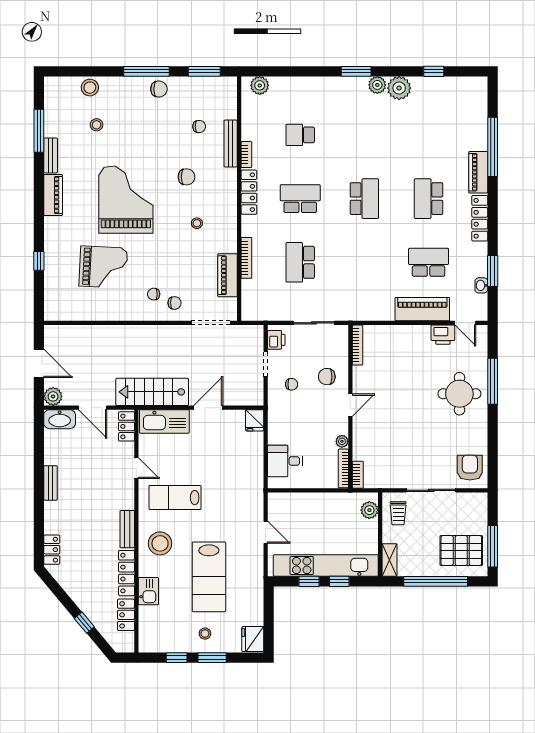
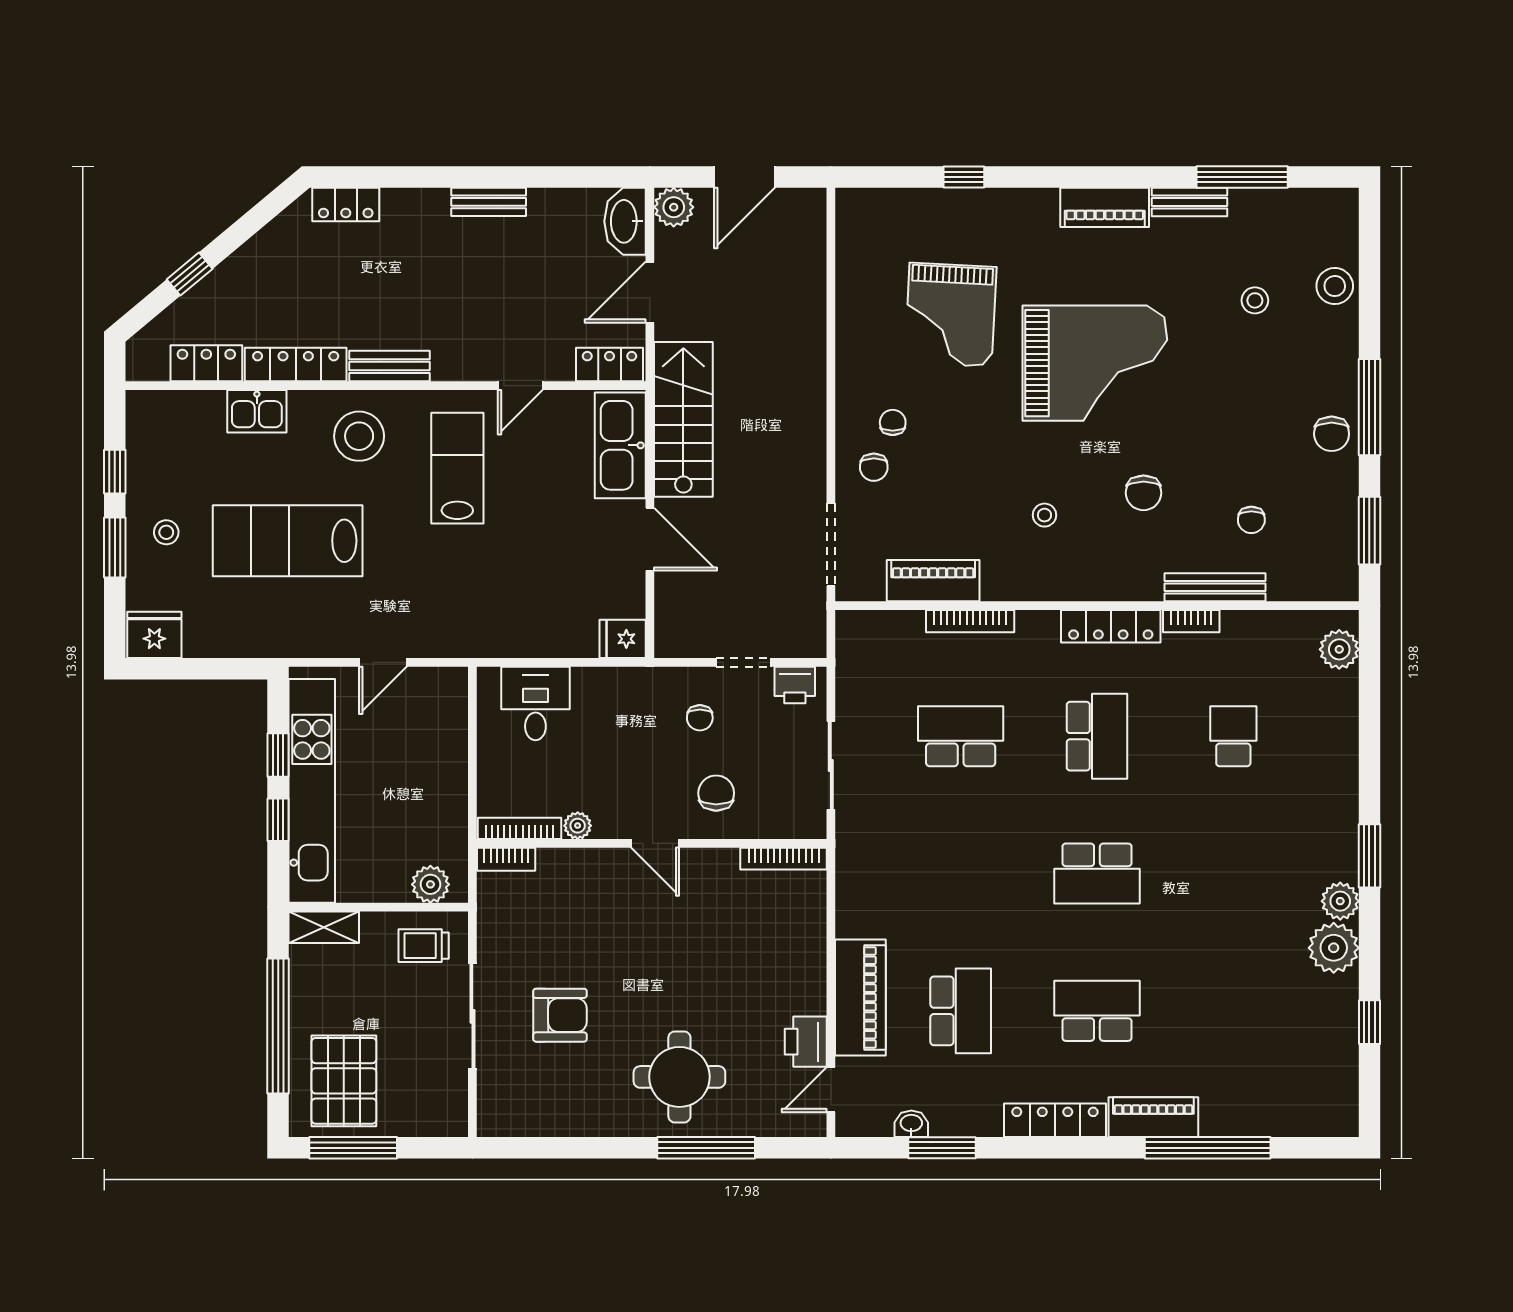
armchair: (470, 468) -> (560, 1015), moved

